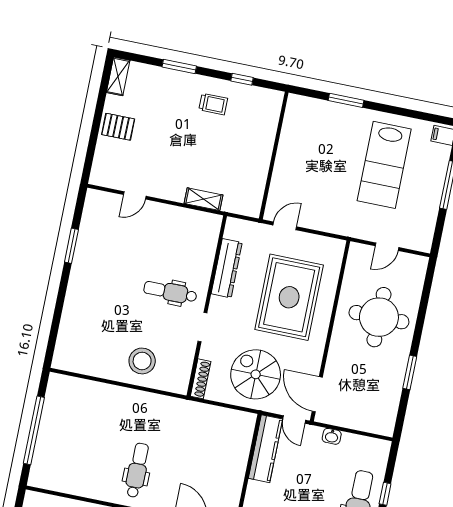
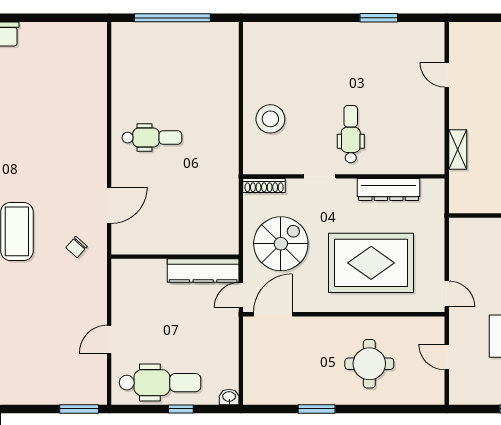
door: (285, 226) -> (447, 294), moved
round table: (379, 317) -> (369, 364), width x0.73, depth x0.73
washbasin: (332, 436) -> (229, 397), moved, turned 90

